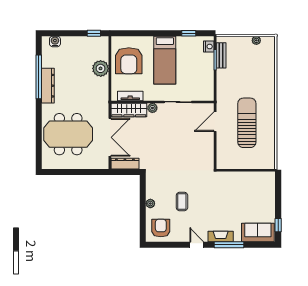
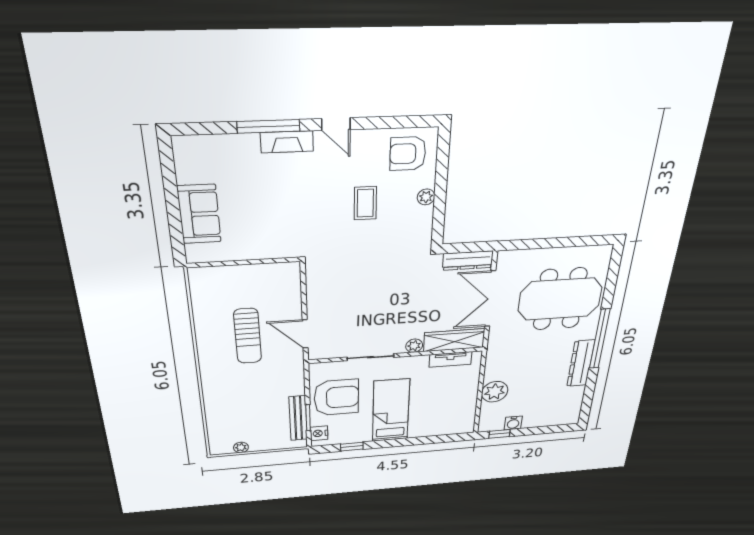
water cooler: (55, 41) -> (513, 423), moved
bench: (221, 55) -> (298, 418), width x1.36
armchair: (129, 61) -> (336, 397), moved, turned 90
window: (39, 77) -> (600, 339), moved
door: (215, 122) -> (305, 334), swing flipped
sun lounger: (247, 123) -> (248, 336), width x0.73, depth x0.75
window: (278, 225) -> (168, 168), removed
armchair: (161, 228) -> (408, 154), turned 90
sofa: (258, 232) -> (199, 214), moved, turned -90

